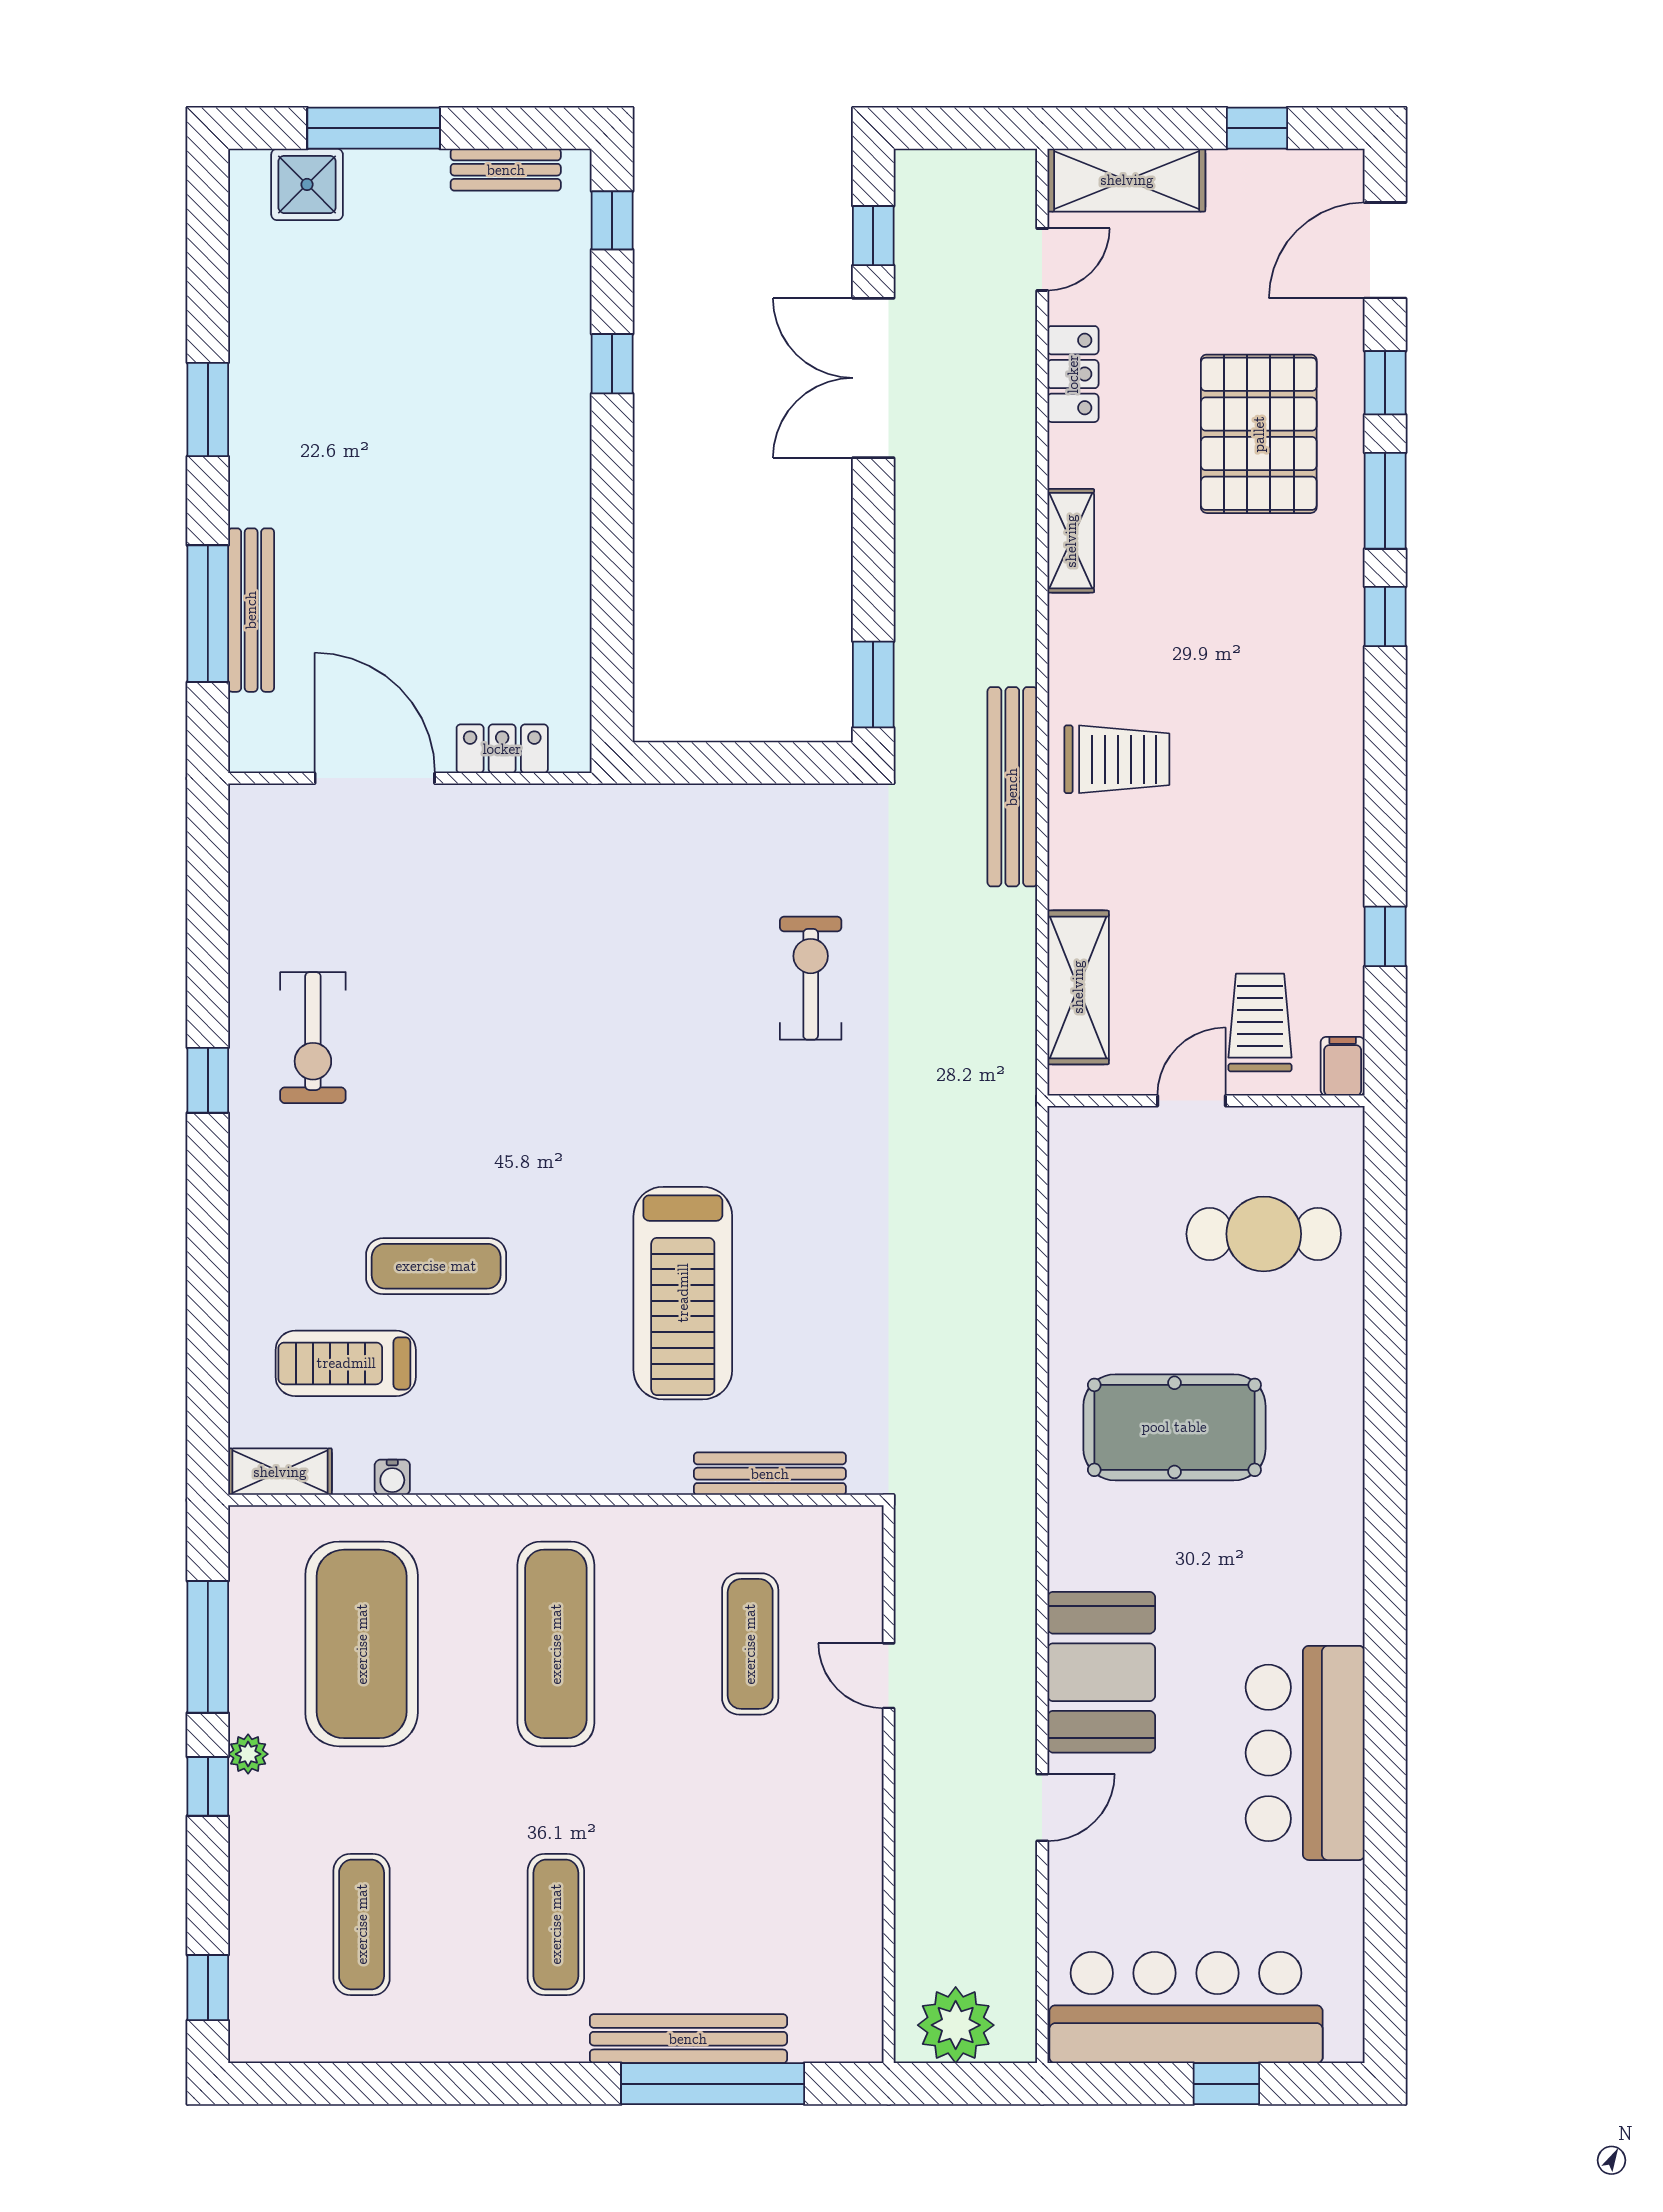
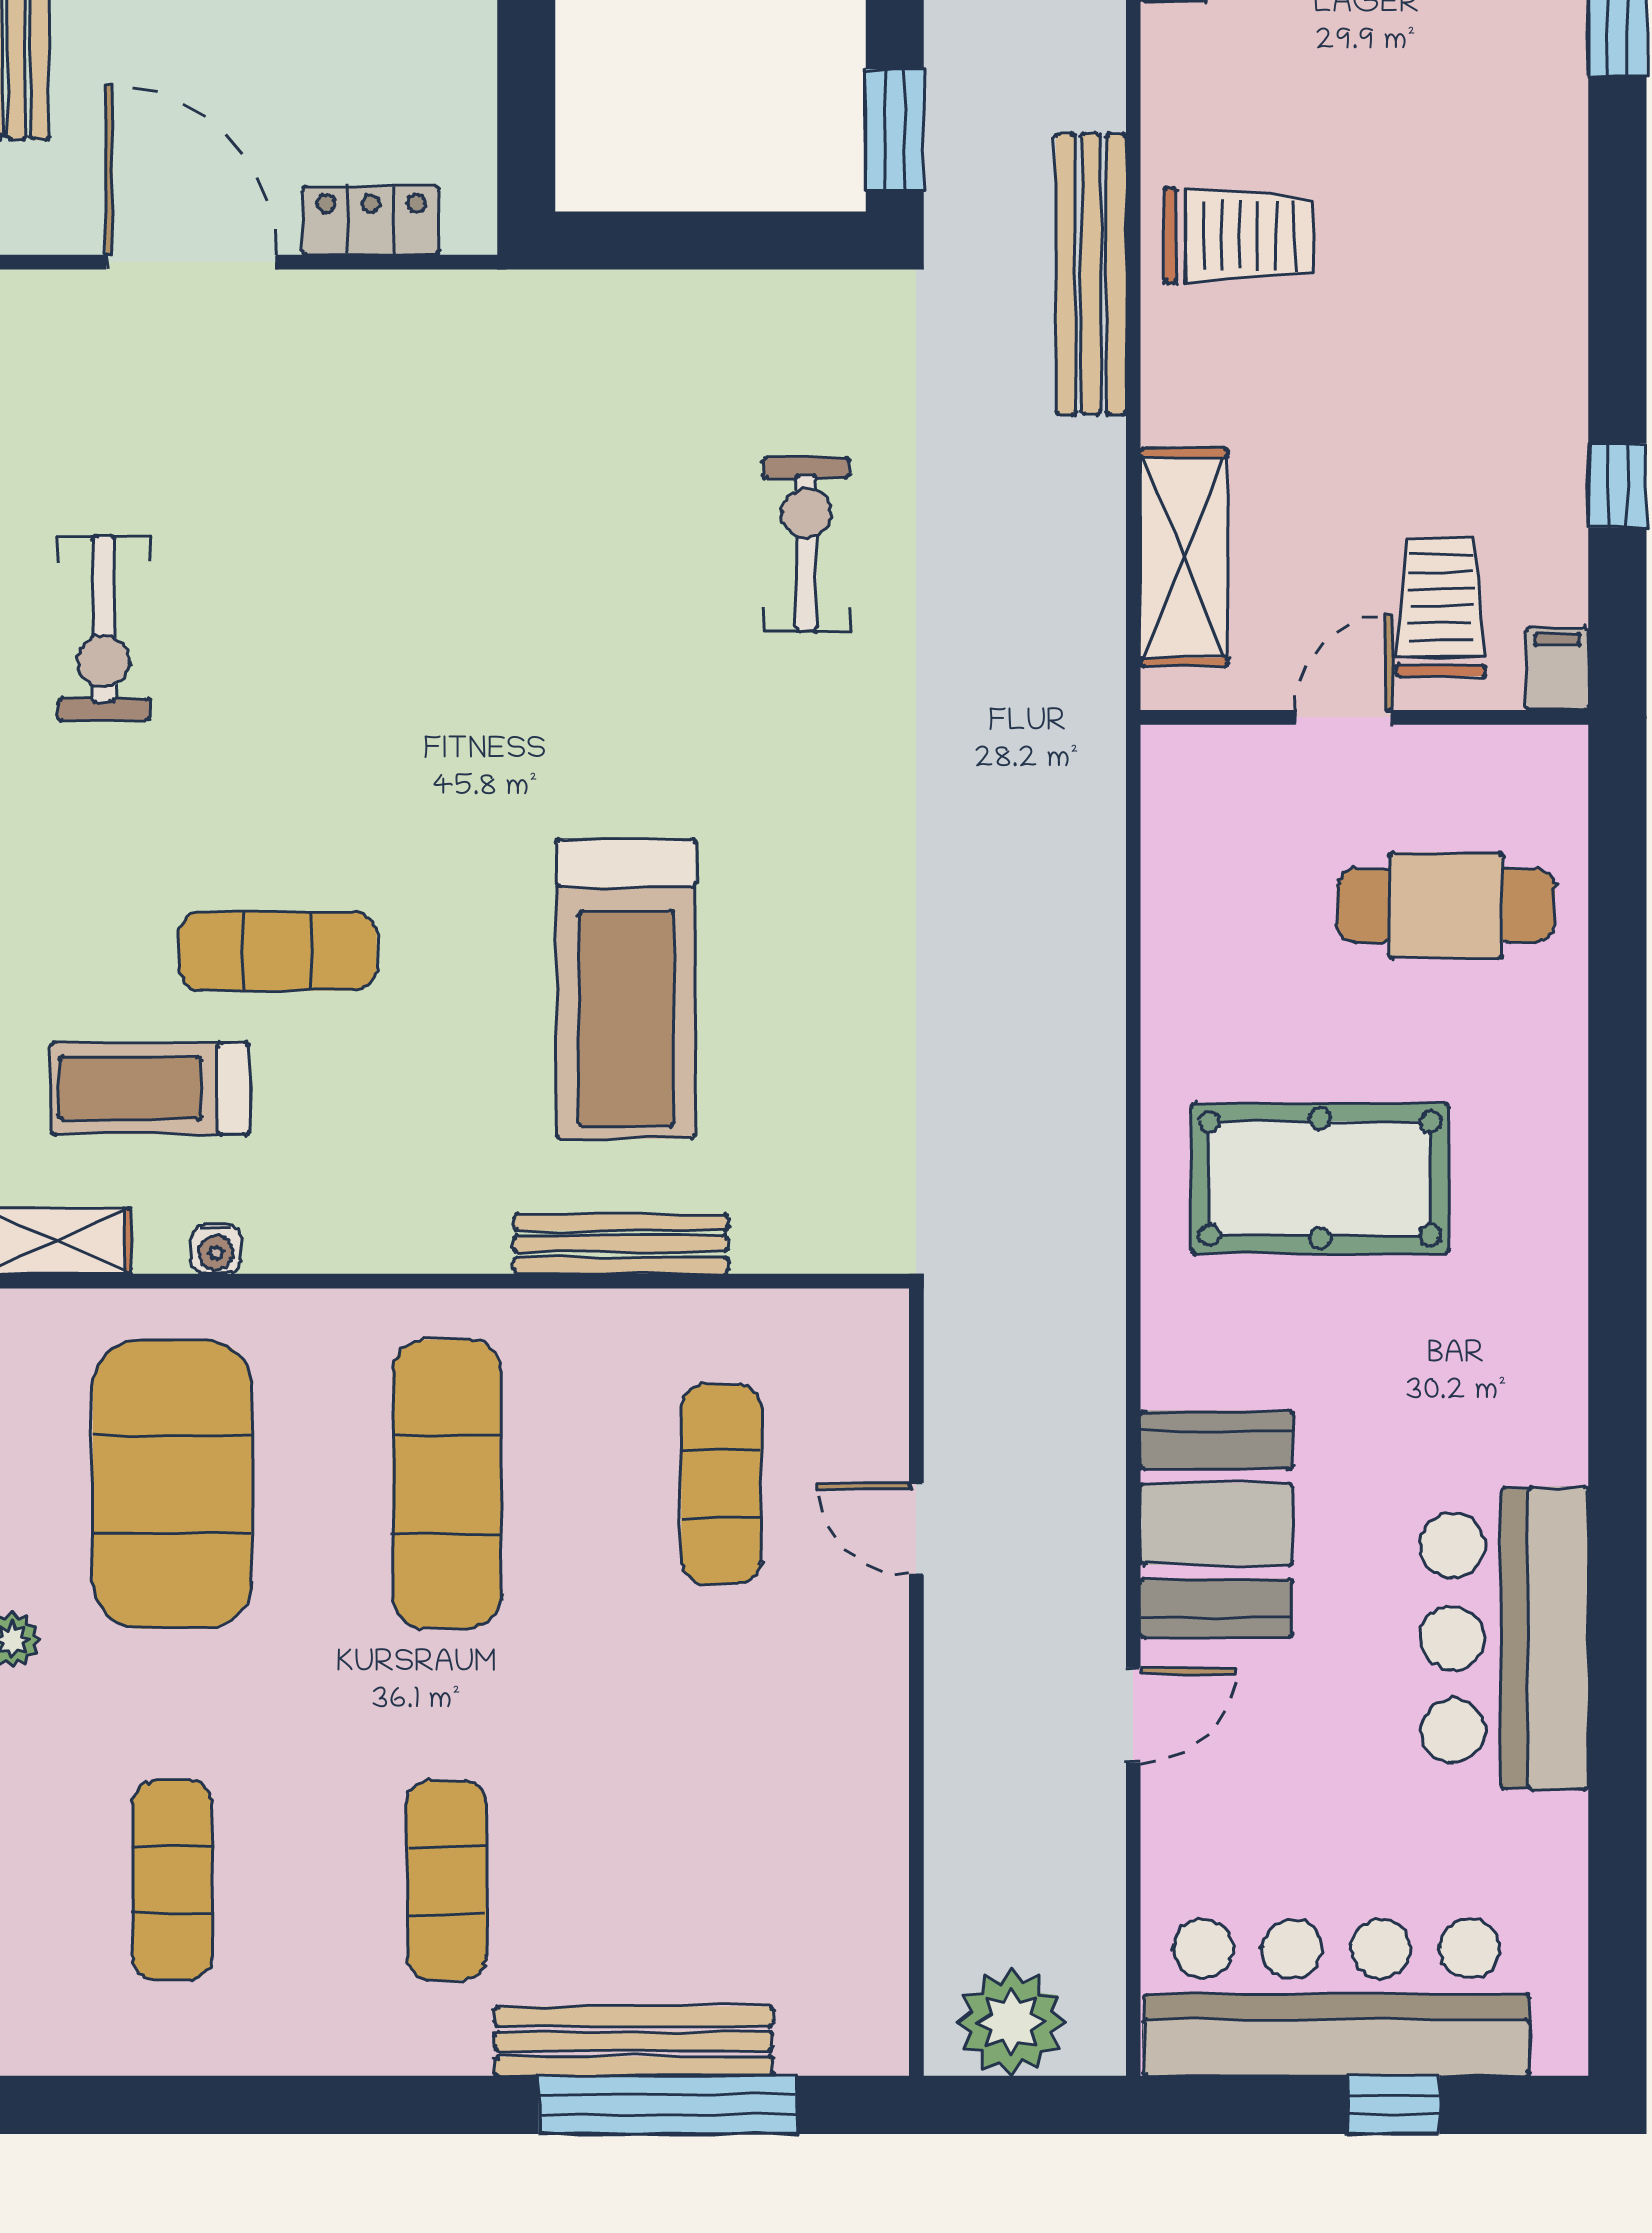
bench: (770, 1474) -> (621, 1244), moved

